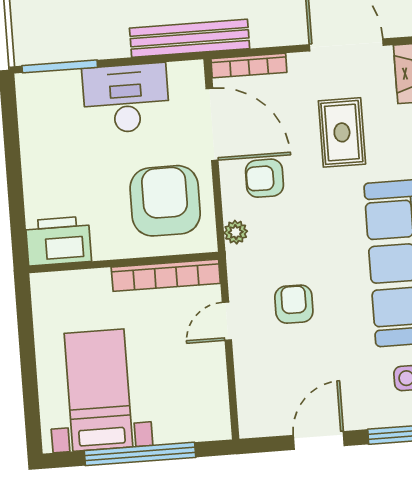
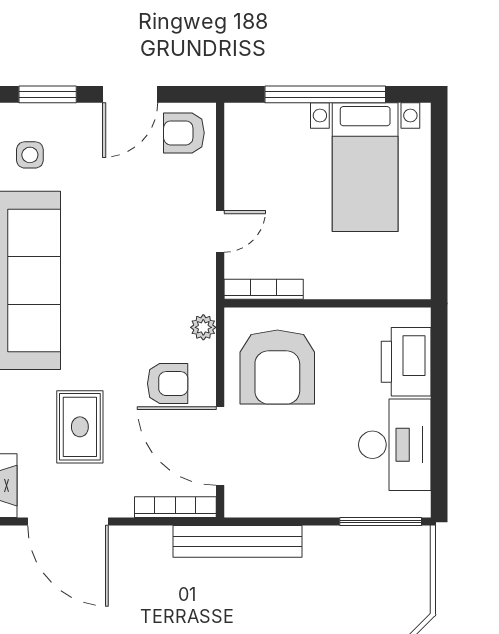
desk: (126, 98) -> (395, 445), moved, turned -90
printer: (58, 241) -> (406, 362), moved, turned 90
bookcase: (166, 275) -> (264, 289), width x0.68, depth x0.76
armchair: (294, 304) -> (184, 133), moved, turned 90

